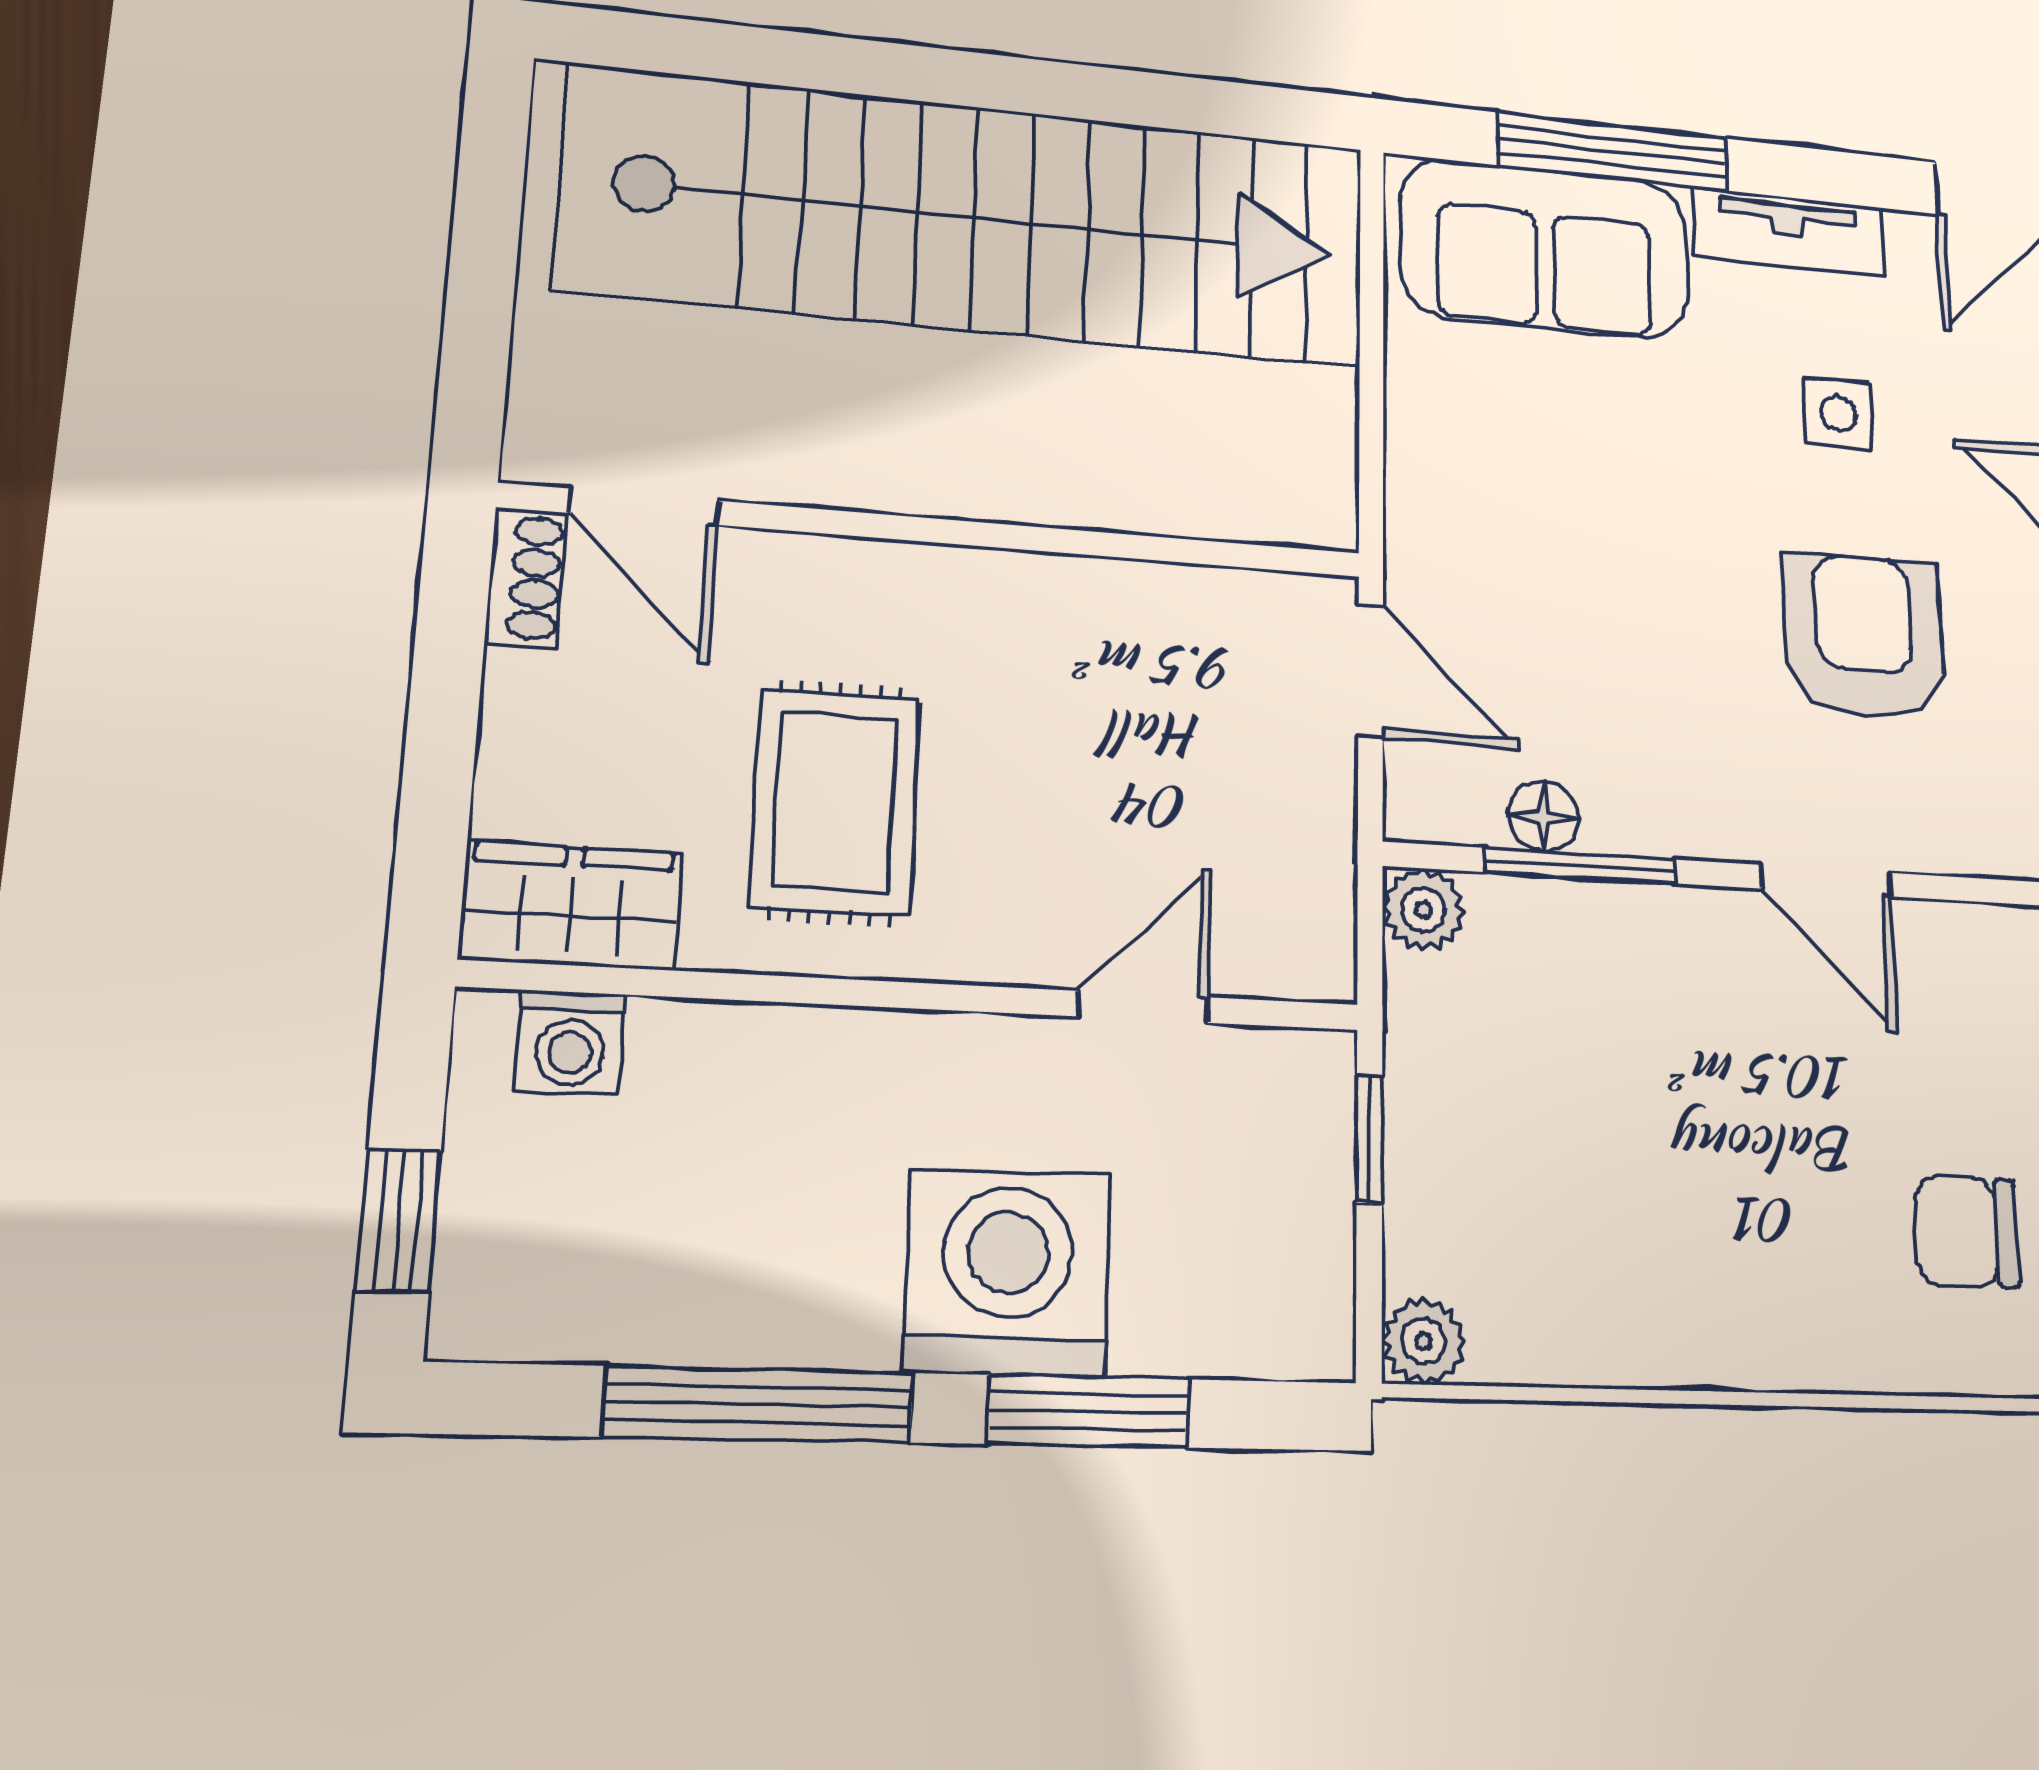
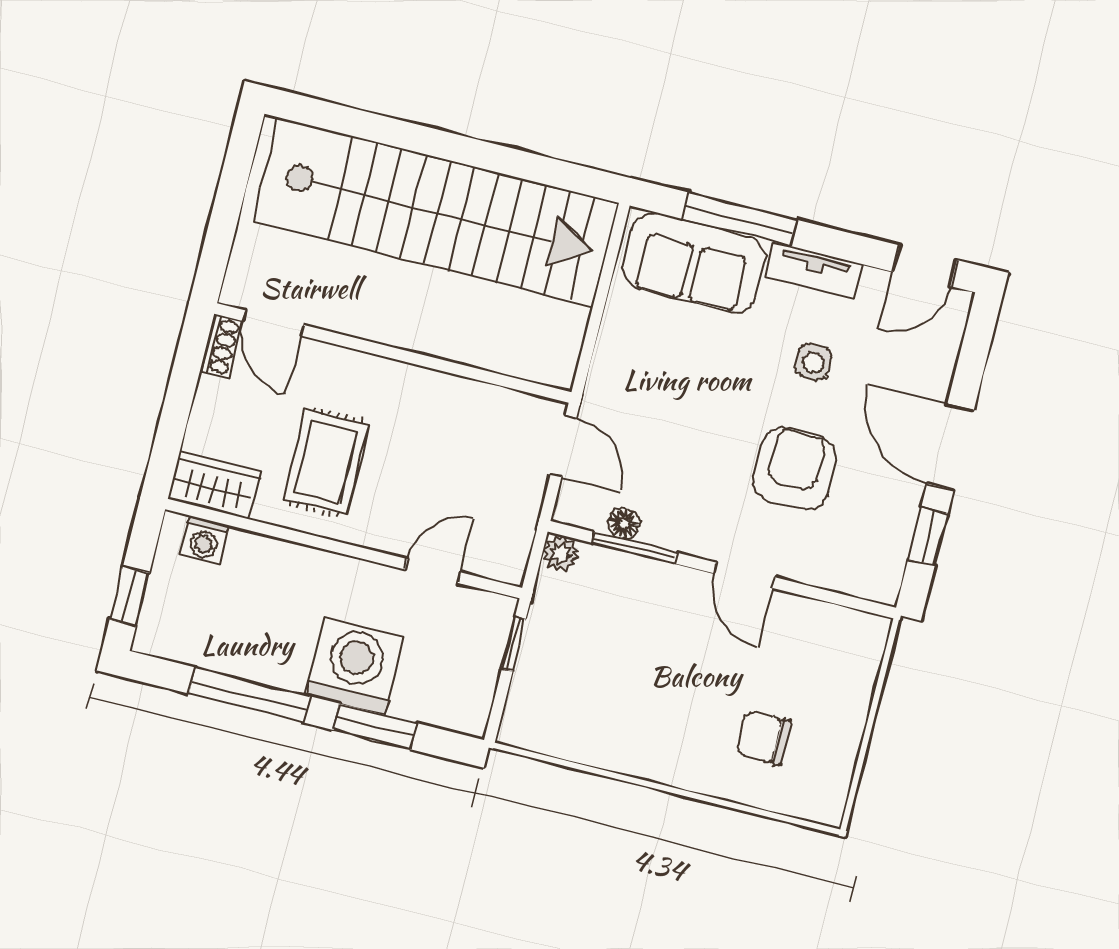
plant: (1424, 1341) -> (516, 730), removed

